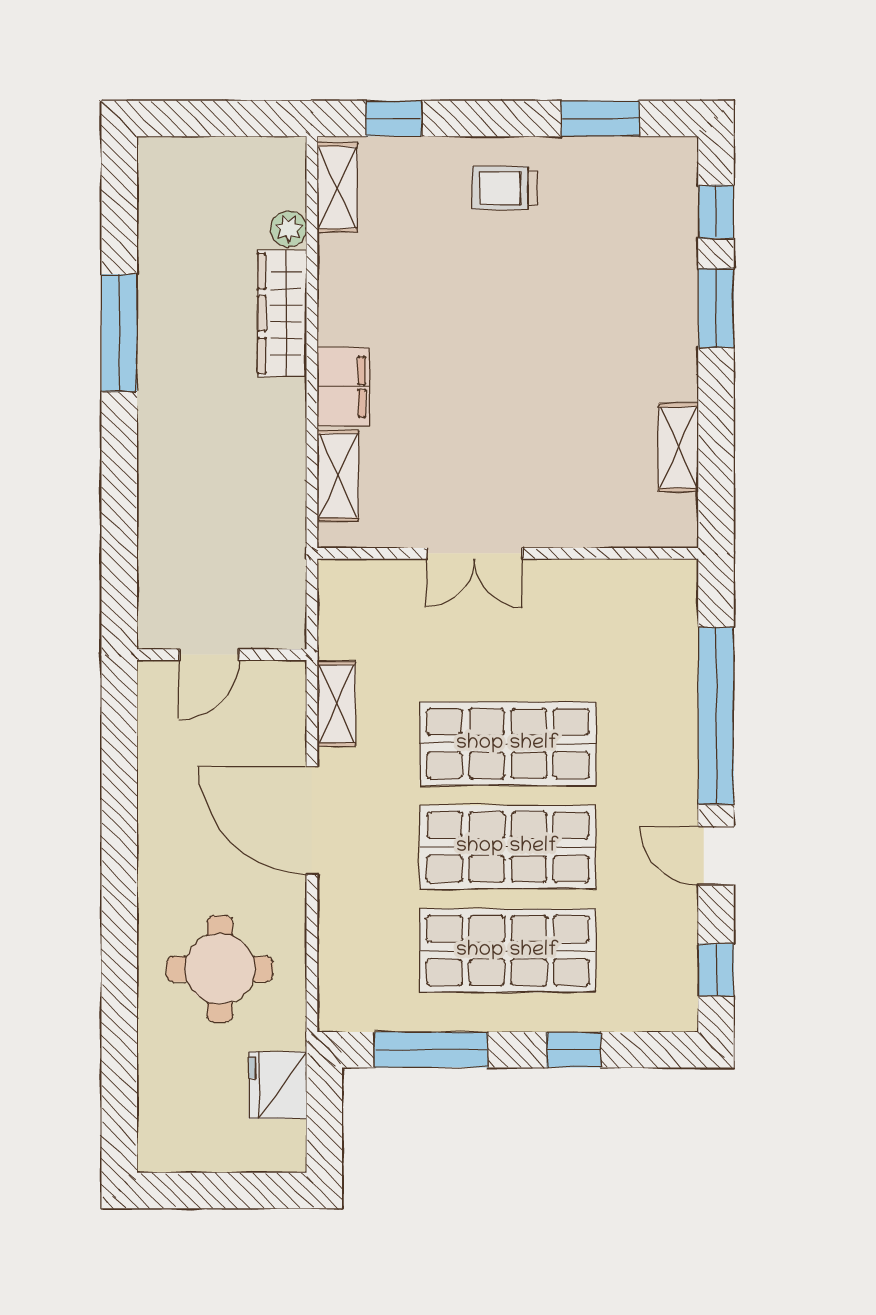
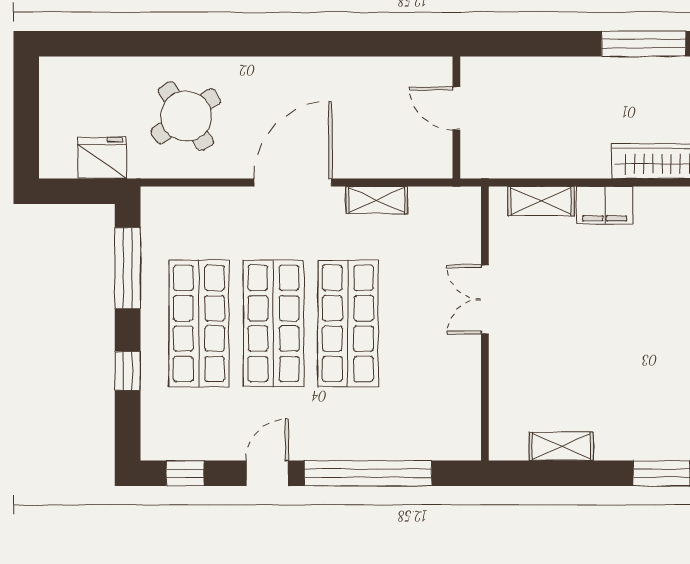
door: (209, 655) -> (456, 108), moved
wall: (222, 655) -> (456, 118), moved
round table: (220, 969) -> (186, 116), turned -35

